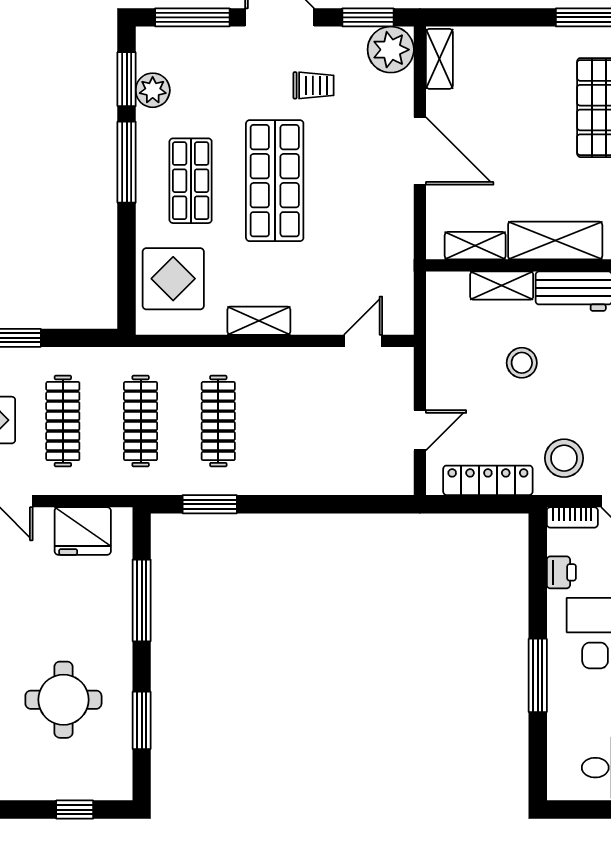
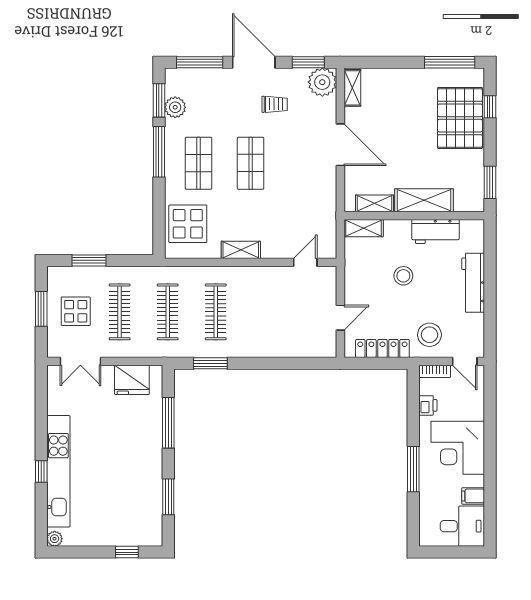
shop shelf: (275, 181) -> (251, 163), width x0.70, depth x0.74
shelving: (502, 286) -> (364, 228), moved
round table: (63, 700) -> (120, 484), removed

